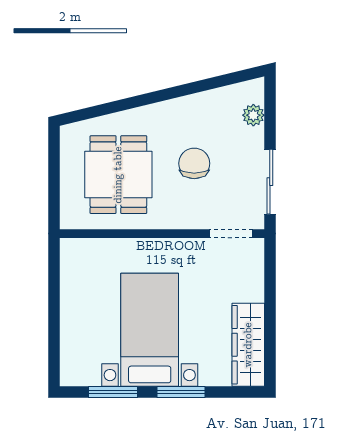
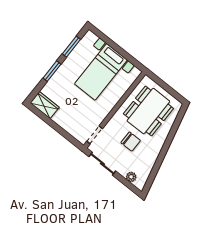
dining table: (118, 175) -> (148, 111), width x1.38
bed with nightstands: (150, 330) -> (101, 72), moved, turned 90
wardrobe: (248, 345) -> (45, 105), width x0.67

